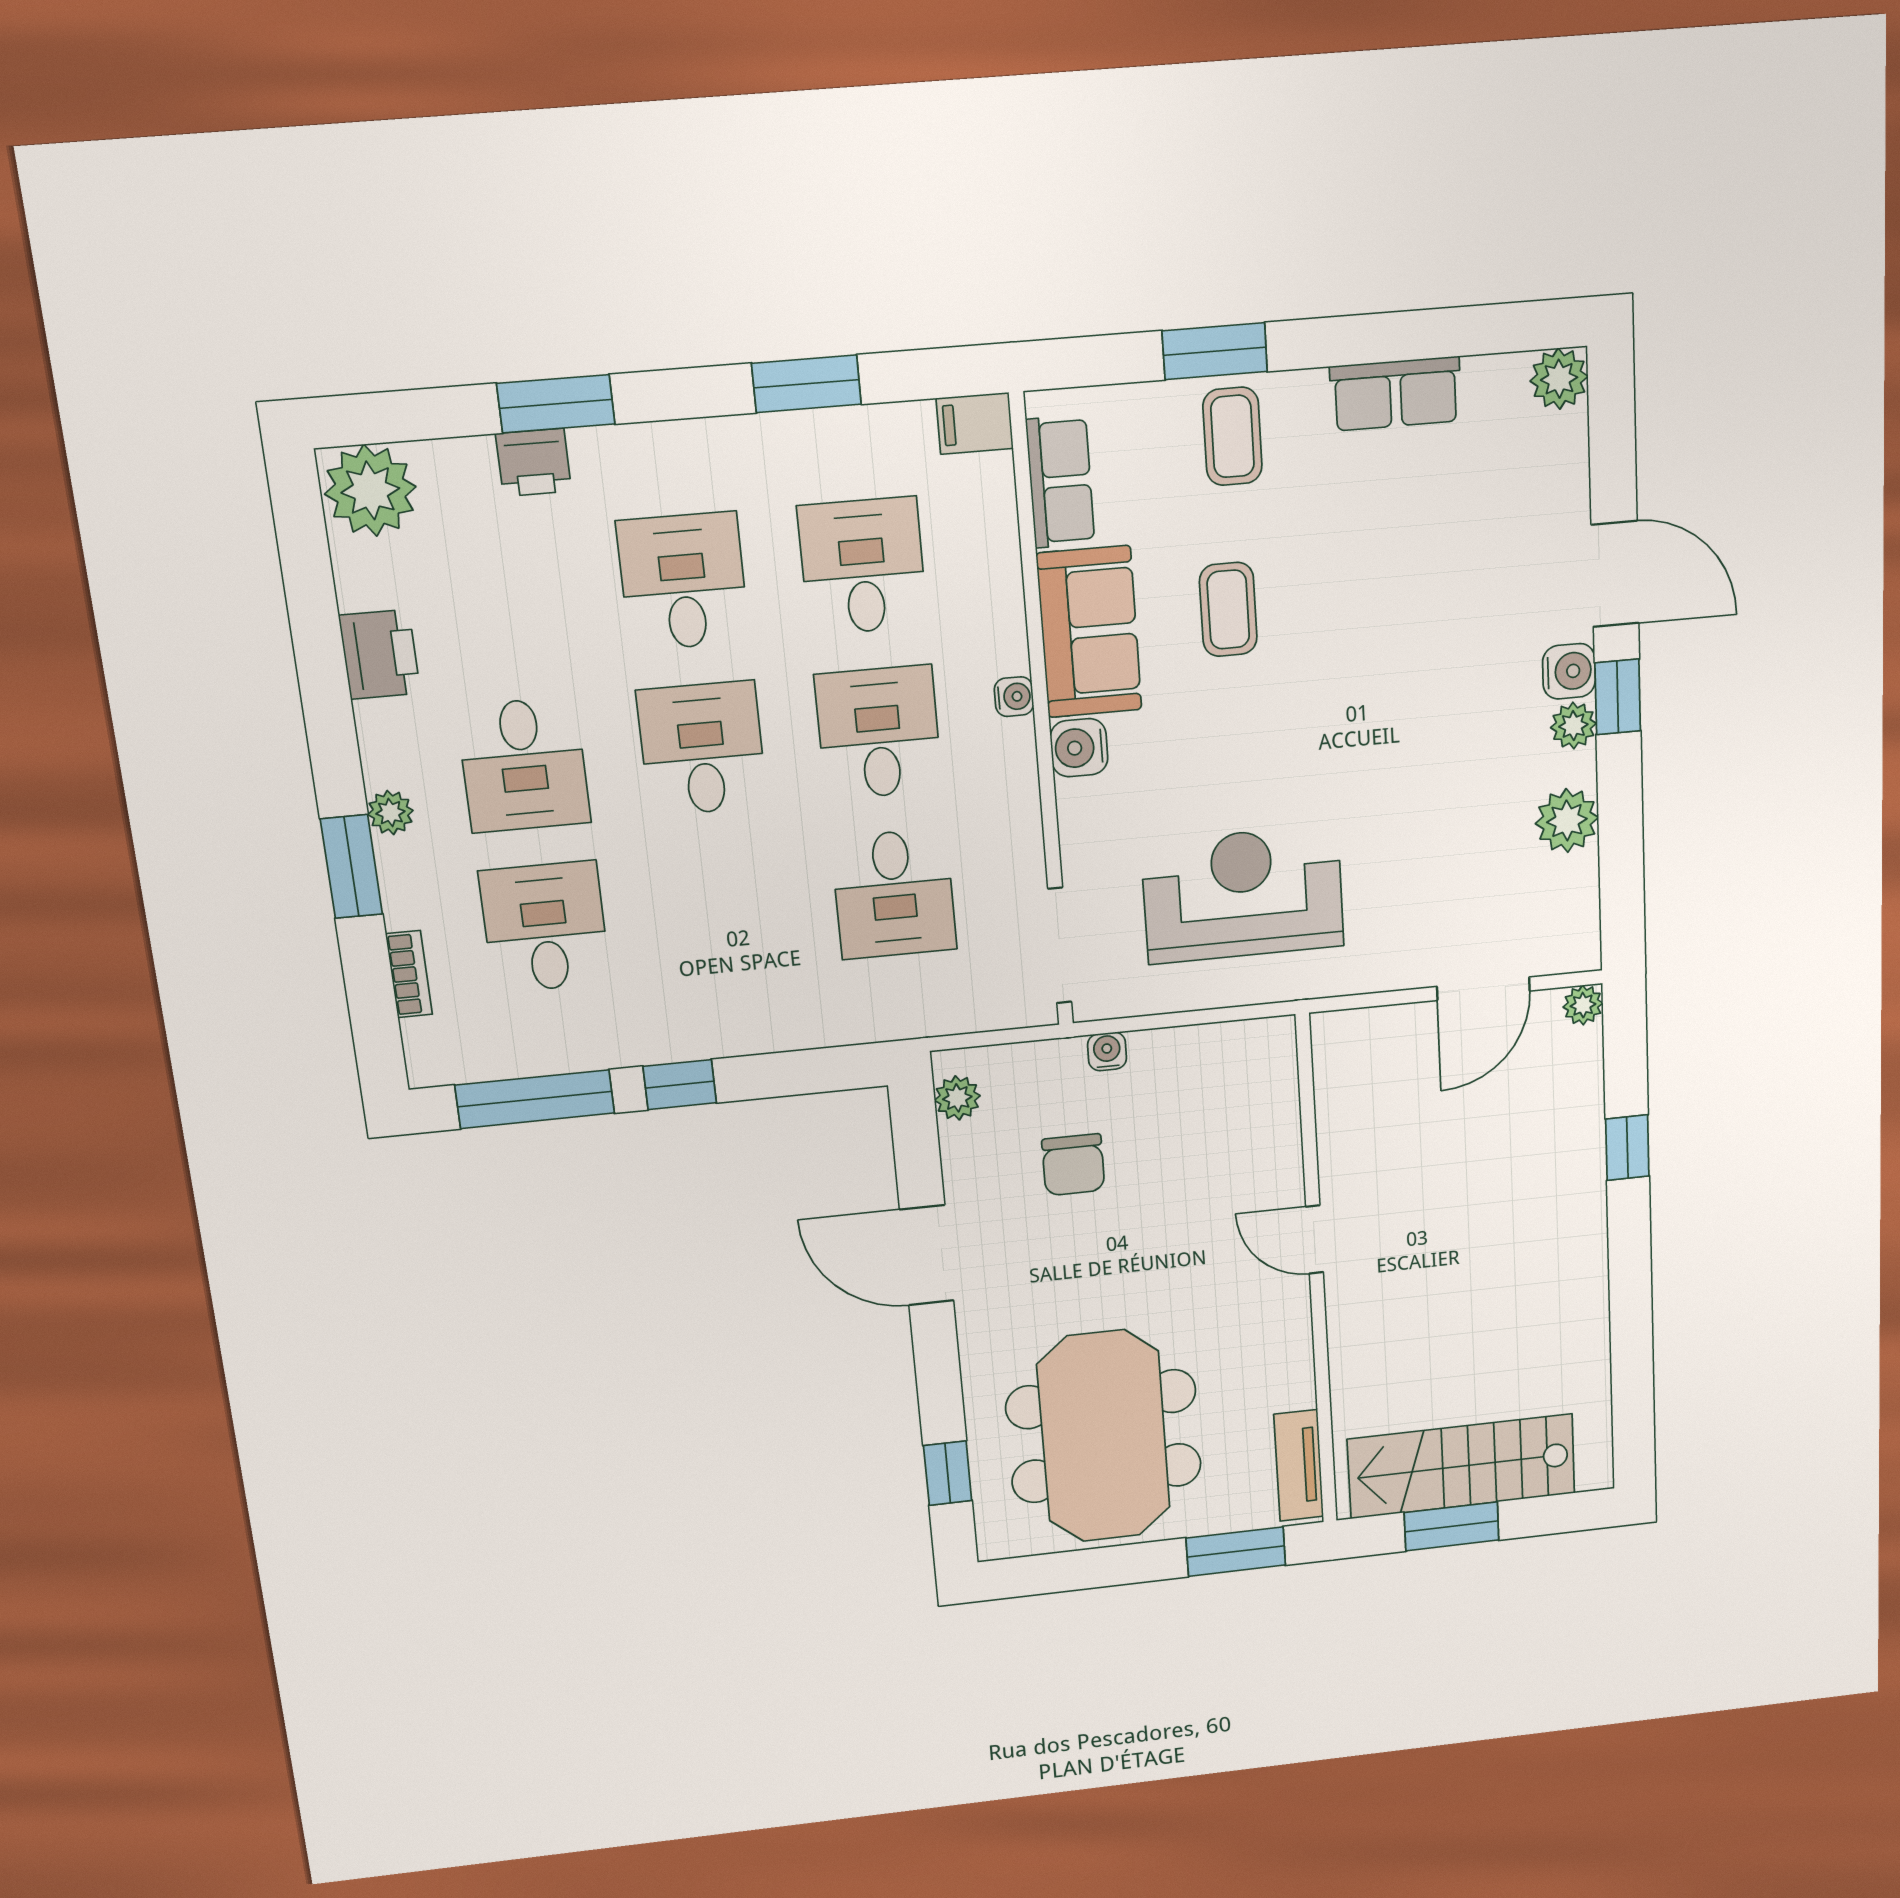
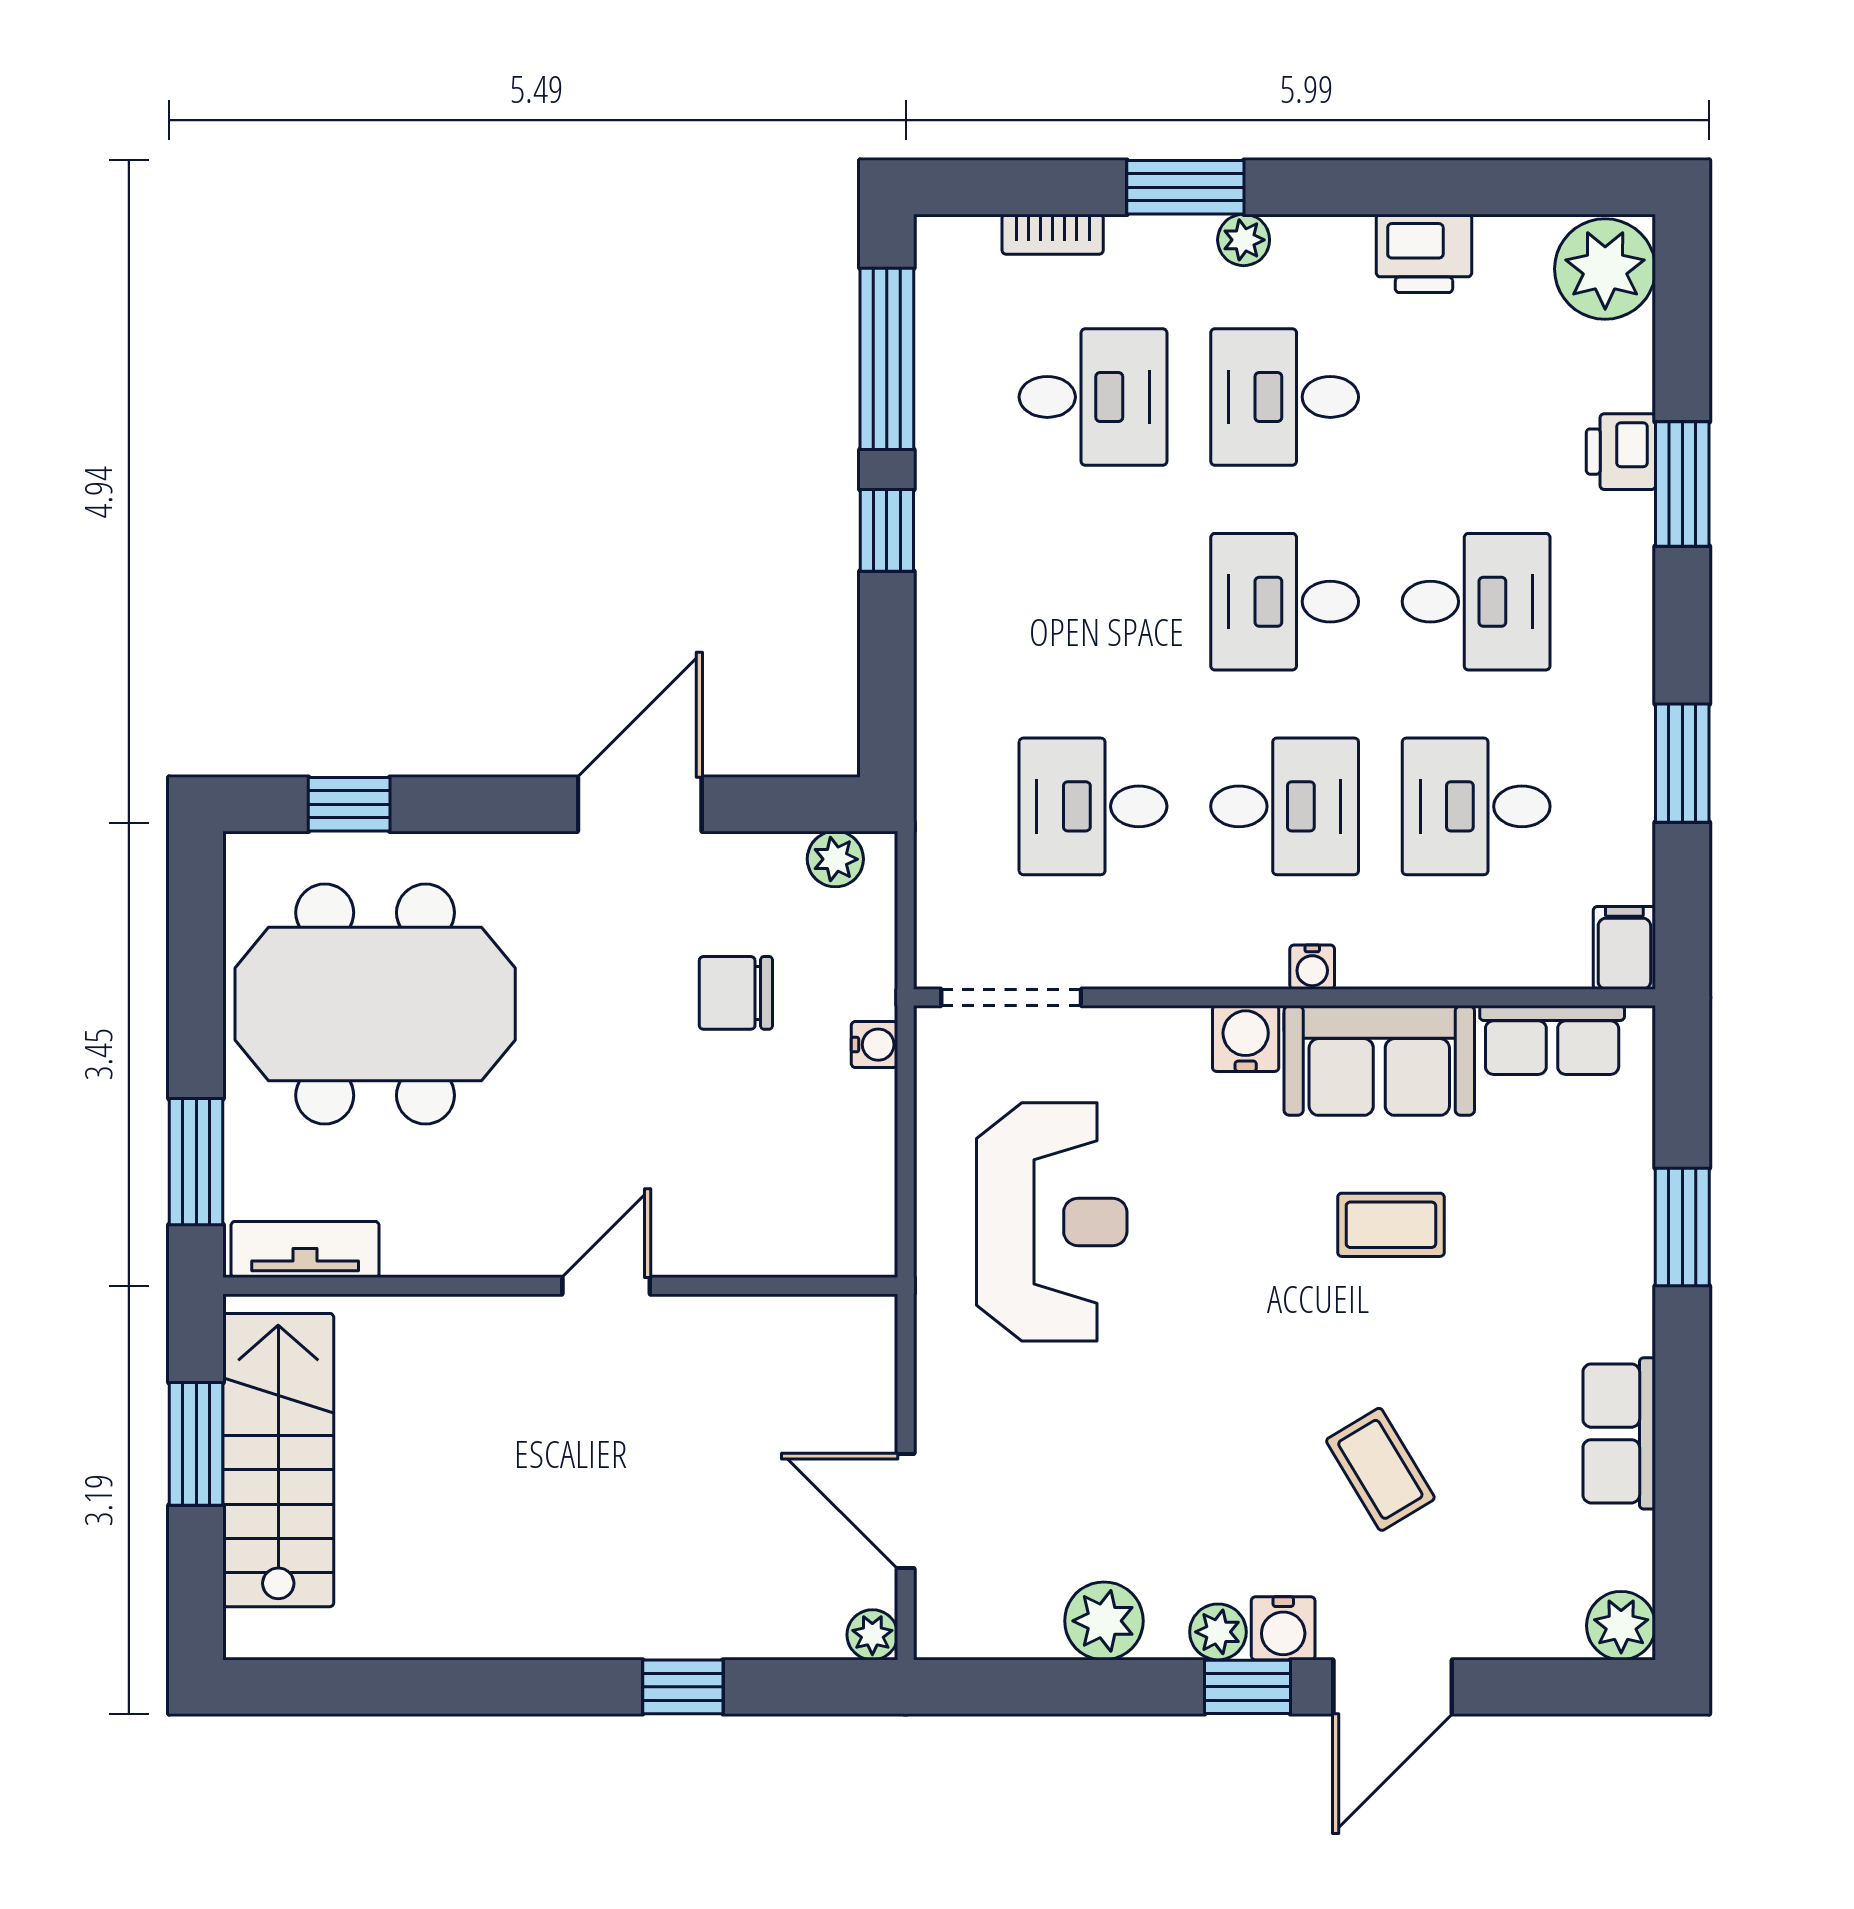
coffee table: (1232, 436) -> (1380, 1469), moved, turned 59
desk: (863, 566) -> (1476, 806), turned 180
desk: (702, 749) -> (1285, 602), turned 180

